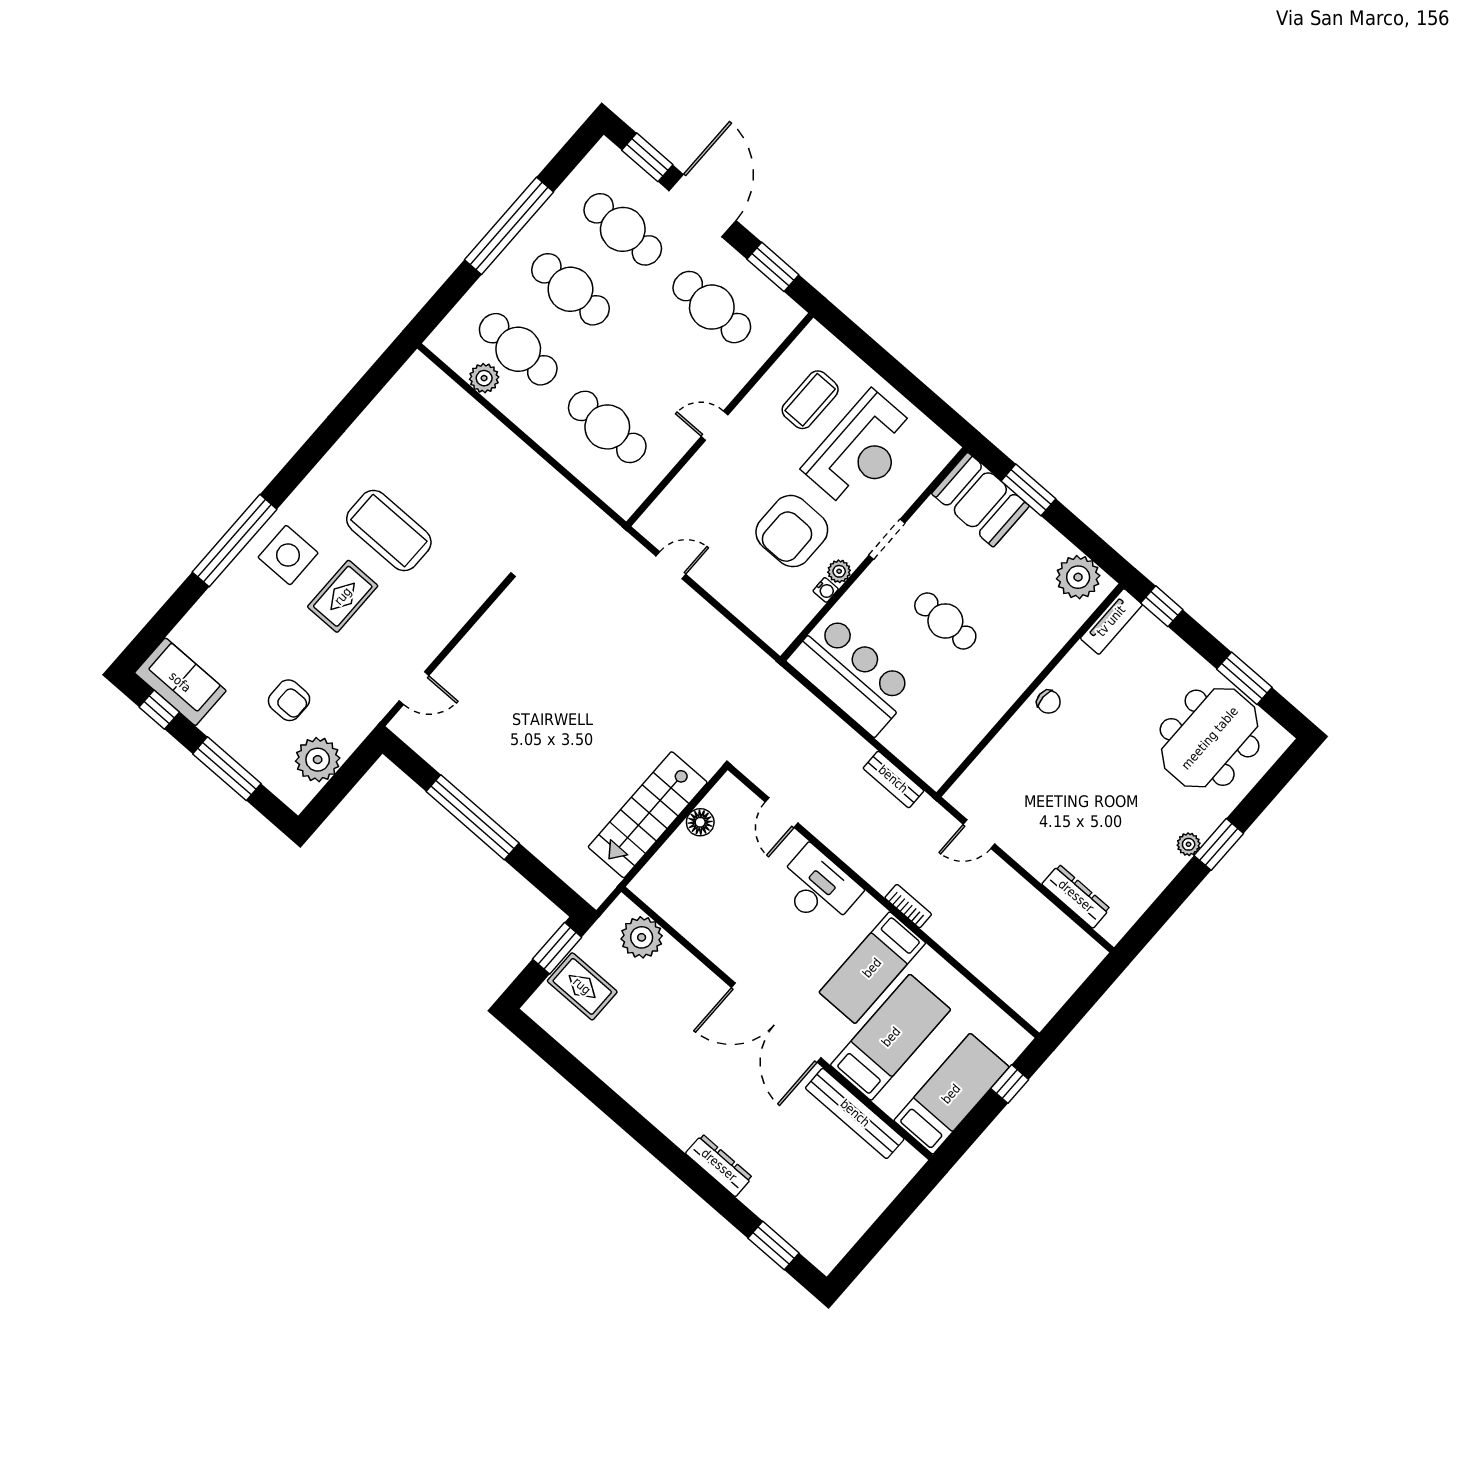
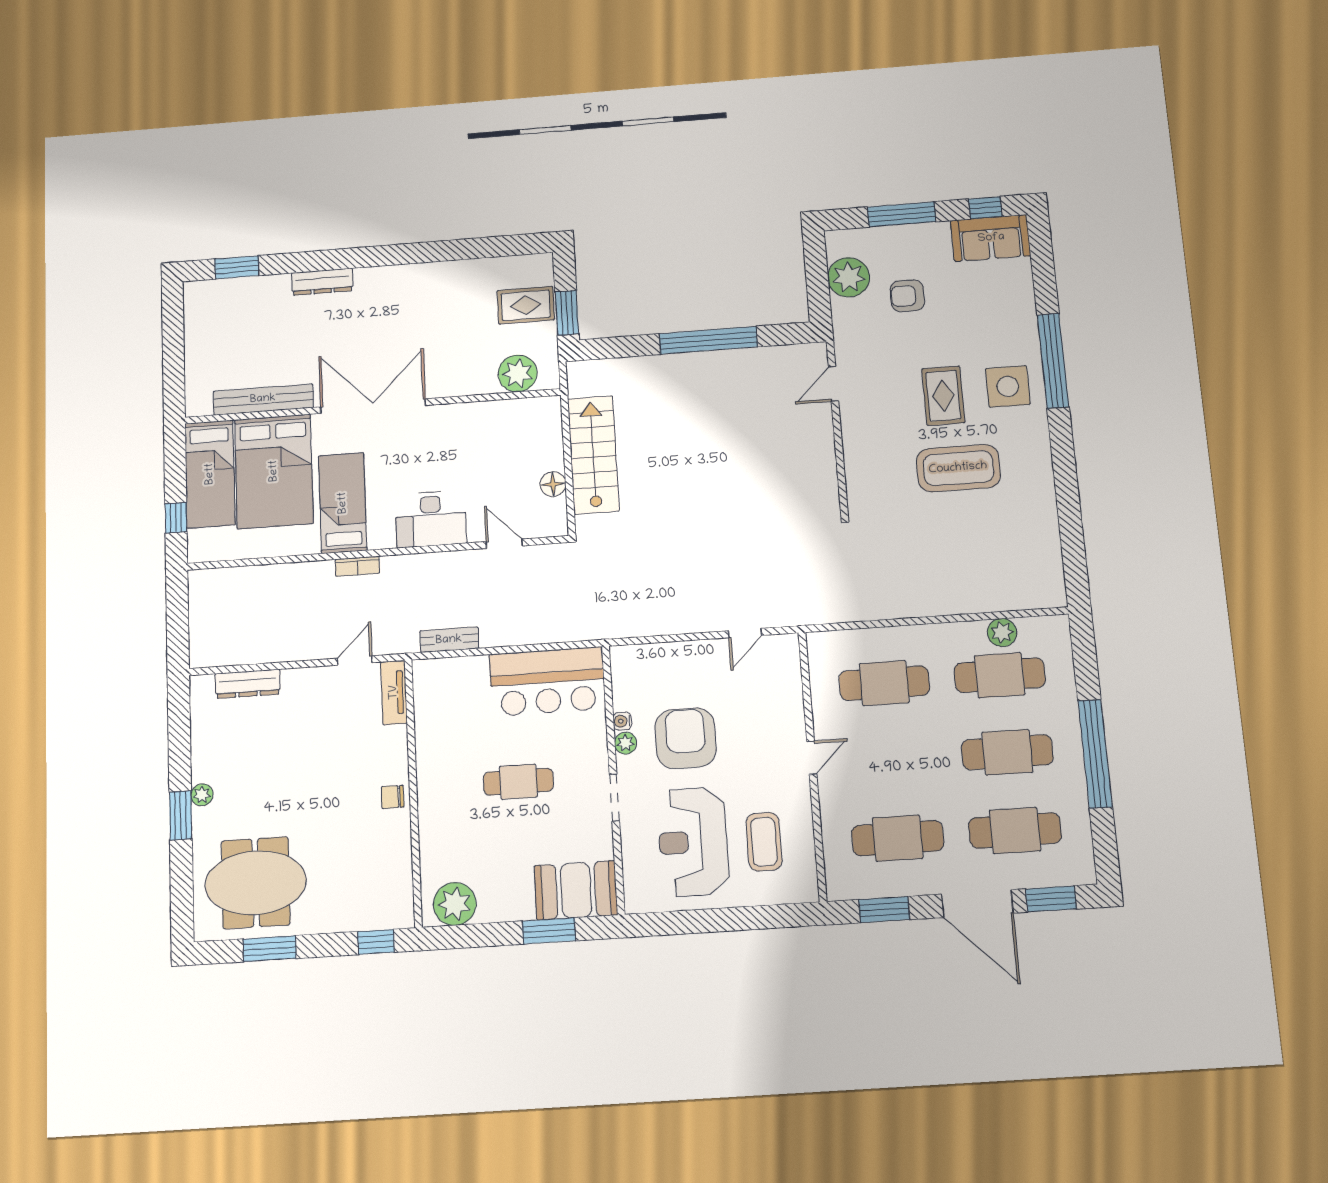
tv unit: (1111, 621) -> (394, 692), moved
meeting table: (1210, 738) -> (256, 883), turned 90
bed: (891, 1037) -> (274, 471), width x1.50

